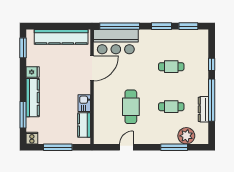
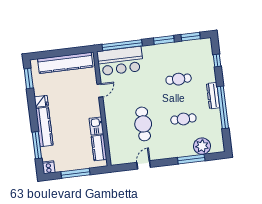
window: (212, 64) -> (217, 60), moved
door: (92, 68) -> (100, 91), width x0.53
dresser: (203, 109) -> (213, 96), moved

